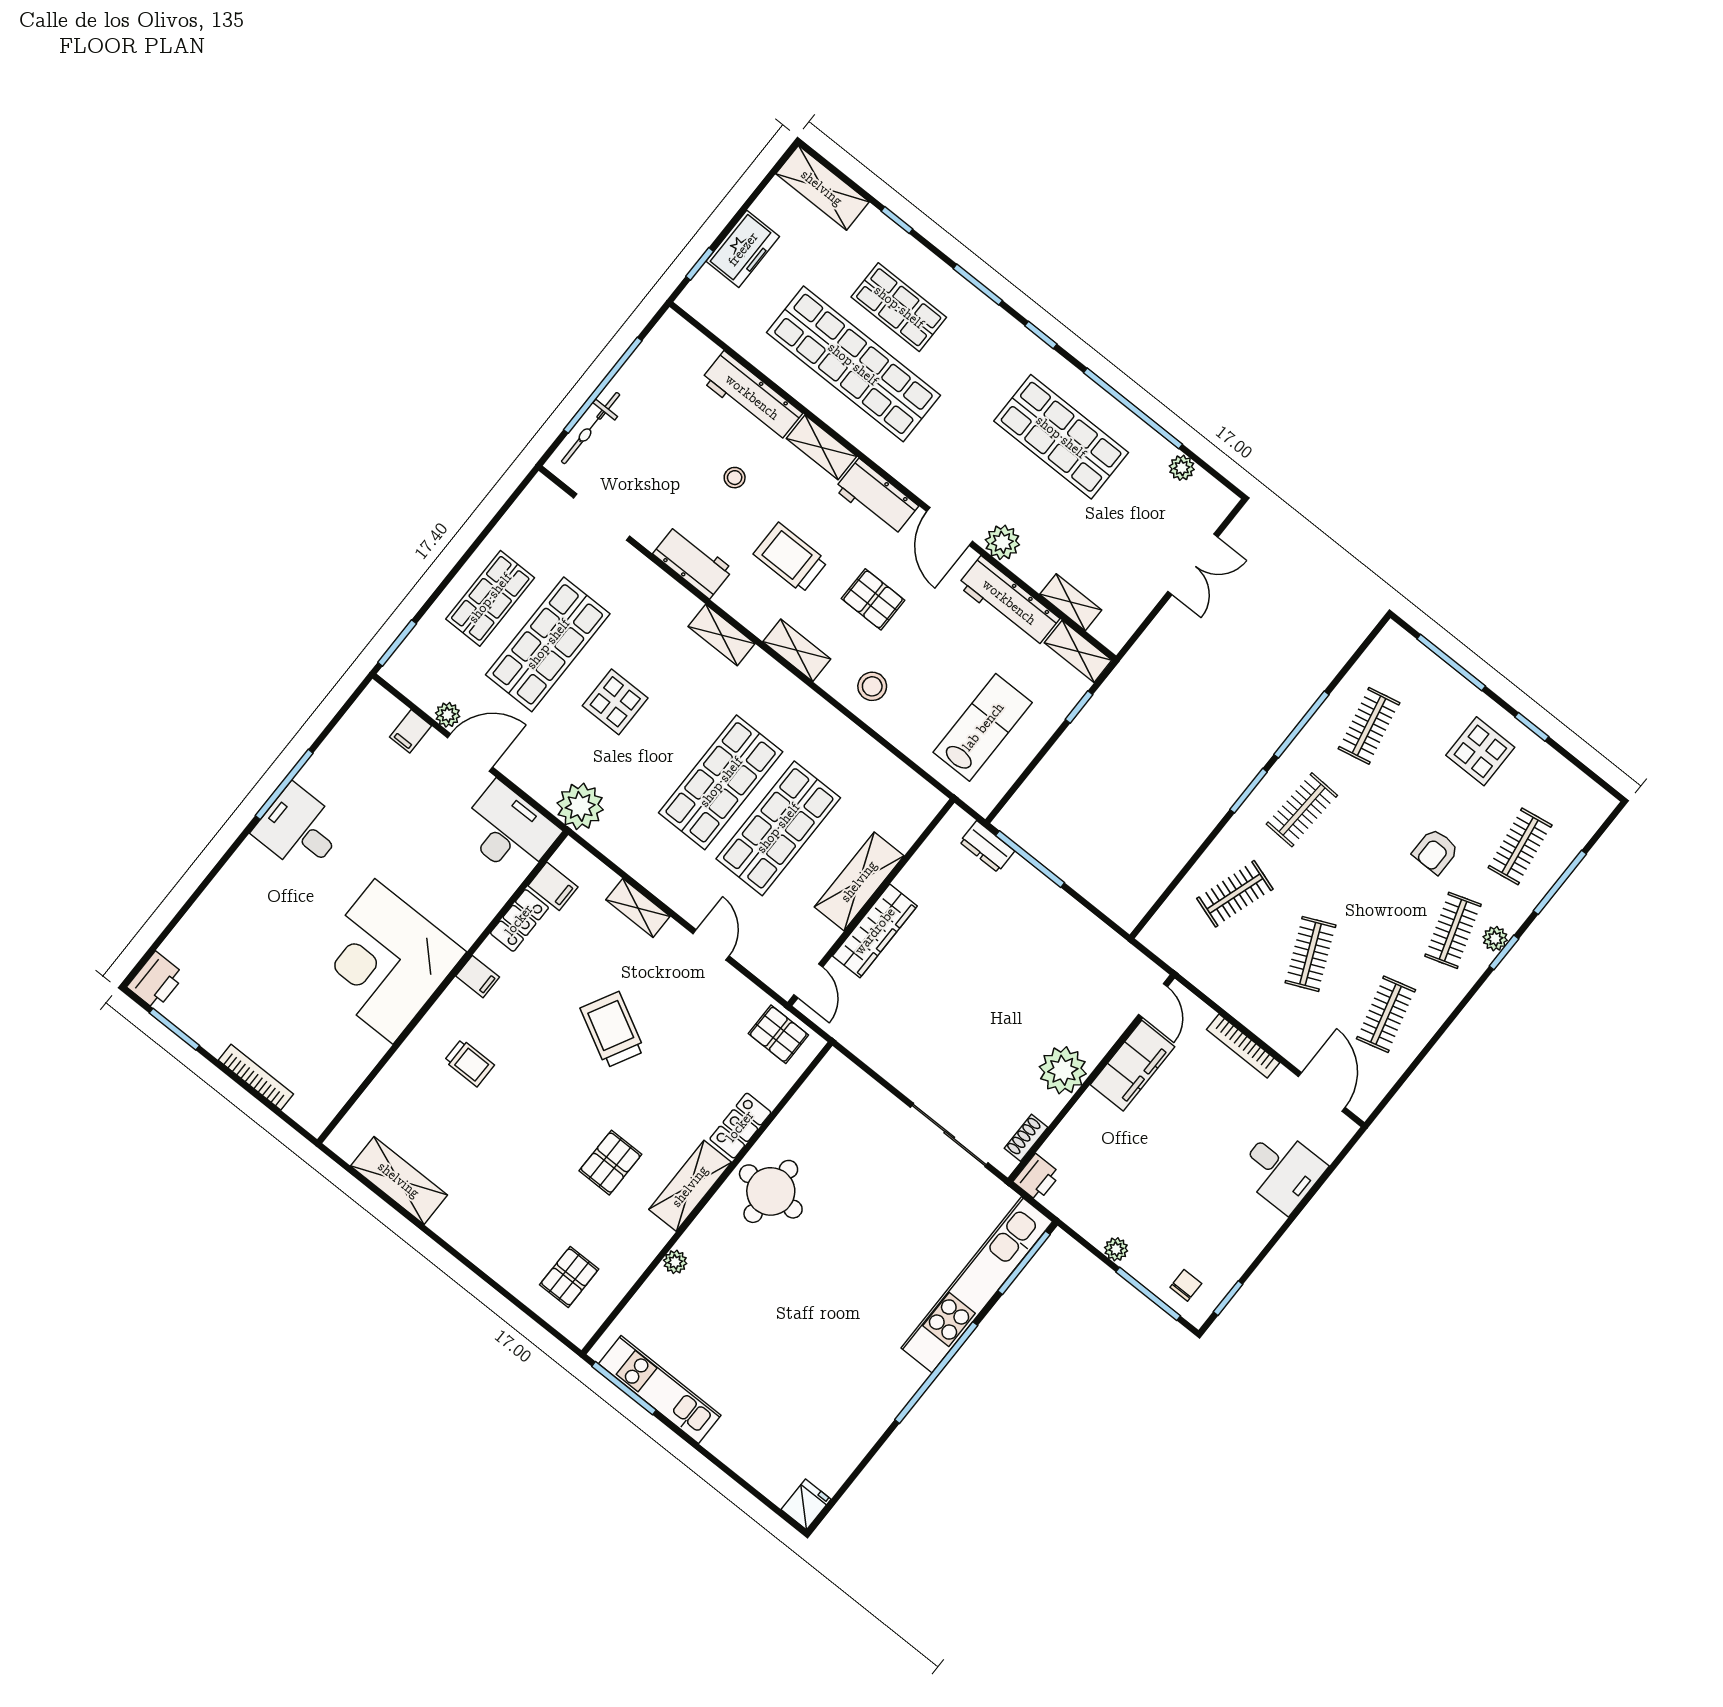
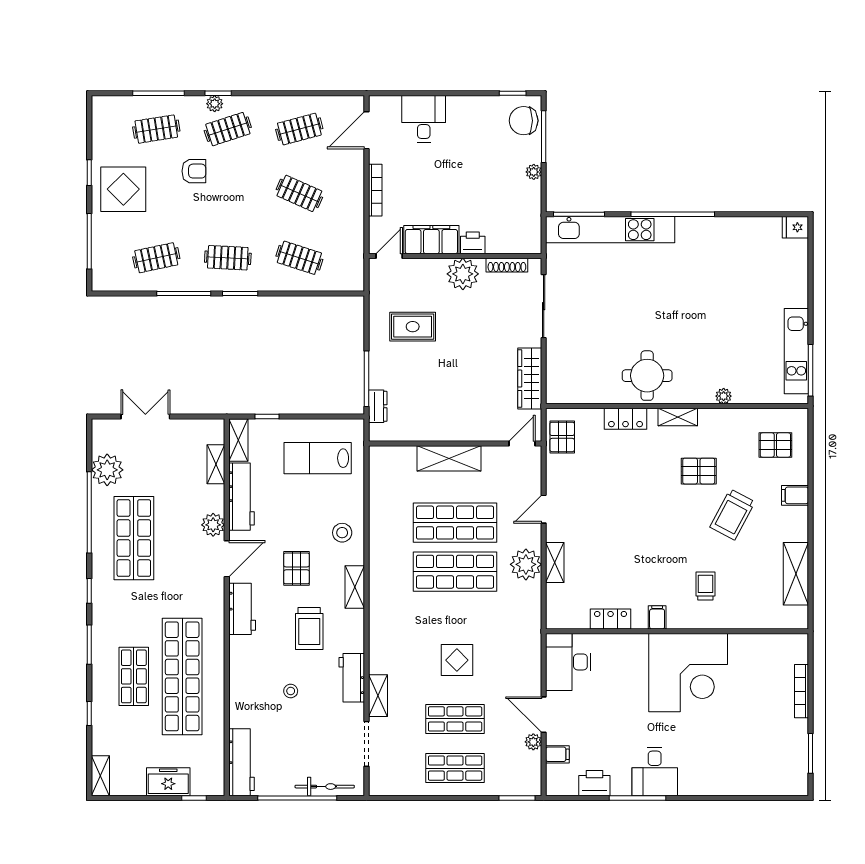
shelving: (822, 188) -> (100, 776), width x0.67, depth x0.75
workbench: (752, 397) -> (241, 762), moved
shelving: (821, 447) -> (239, 658), removed
plant: (1182, 468) -> (107, 470), width x1.88, depth x1.88
shelving: (721, 635) -> (378, 696), moved
shop shelf: (548, 644) -> (455, 719), width x0.70, depth x0.74
display table: (1480, 751) -> (123, 189), width x1.36, depth x1.36
plant: (580, 806) -> (526, 564), moved
filing cabinet: (553, 886) -> (795, 495), moved, turned -90
wardrobe: (875, 931) -> (530, 379), moved, turned -90
clothes rail: (1310, 954) -> (299, 193), turned 48
rug: (1048, 962) -> (413, 327), added
printer: (156, 981) -> (594, 783), moved
trolley: (613, 1030) -> (732, 514), moved
shoe rack: (1026, 1138) -> (507, 265), width x1.43
printer: (1037, 1178) -> (473, 243), moved
shelving: (690, 1186) -> (678, 417), width x0.67, depth x0.75
chair: (1186, 1285) -> (524, 121), width x1.87, depth x1.87

